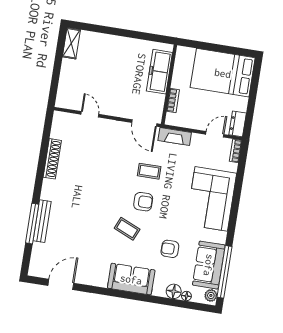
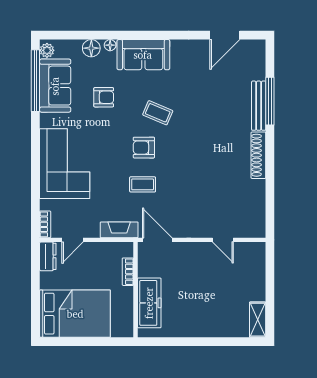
shoe rack: (52, 159) -> (258, 155), moved
floor lamp: (186, 296) -> (110, 45), moved

